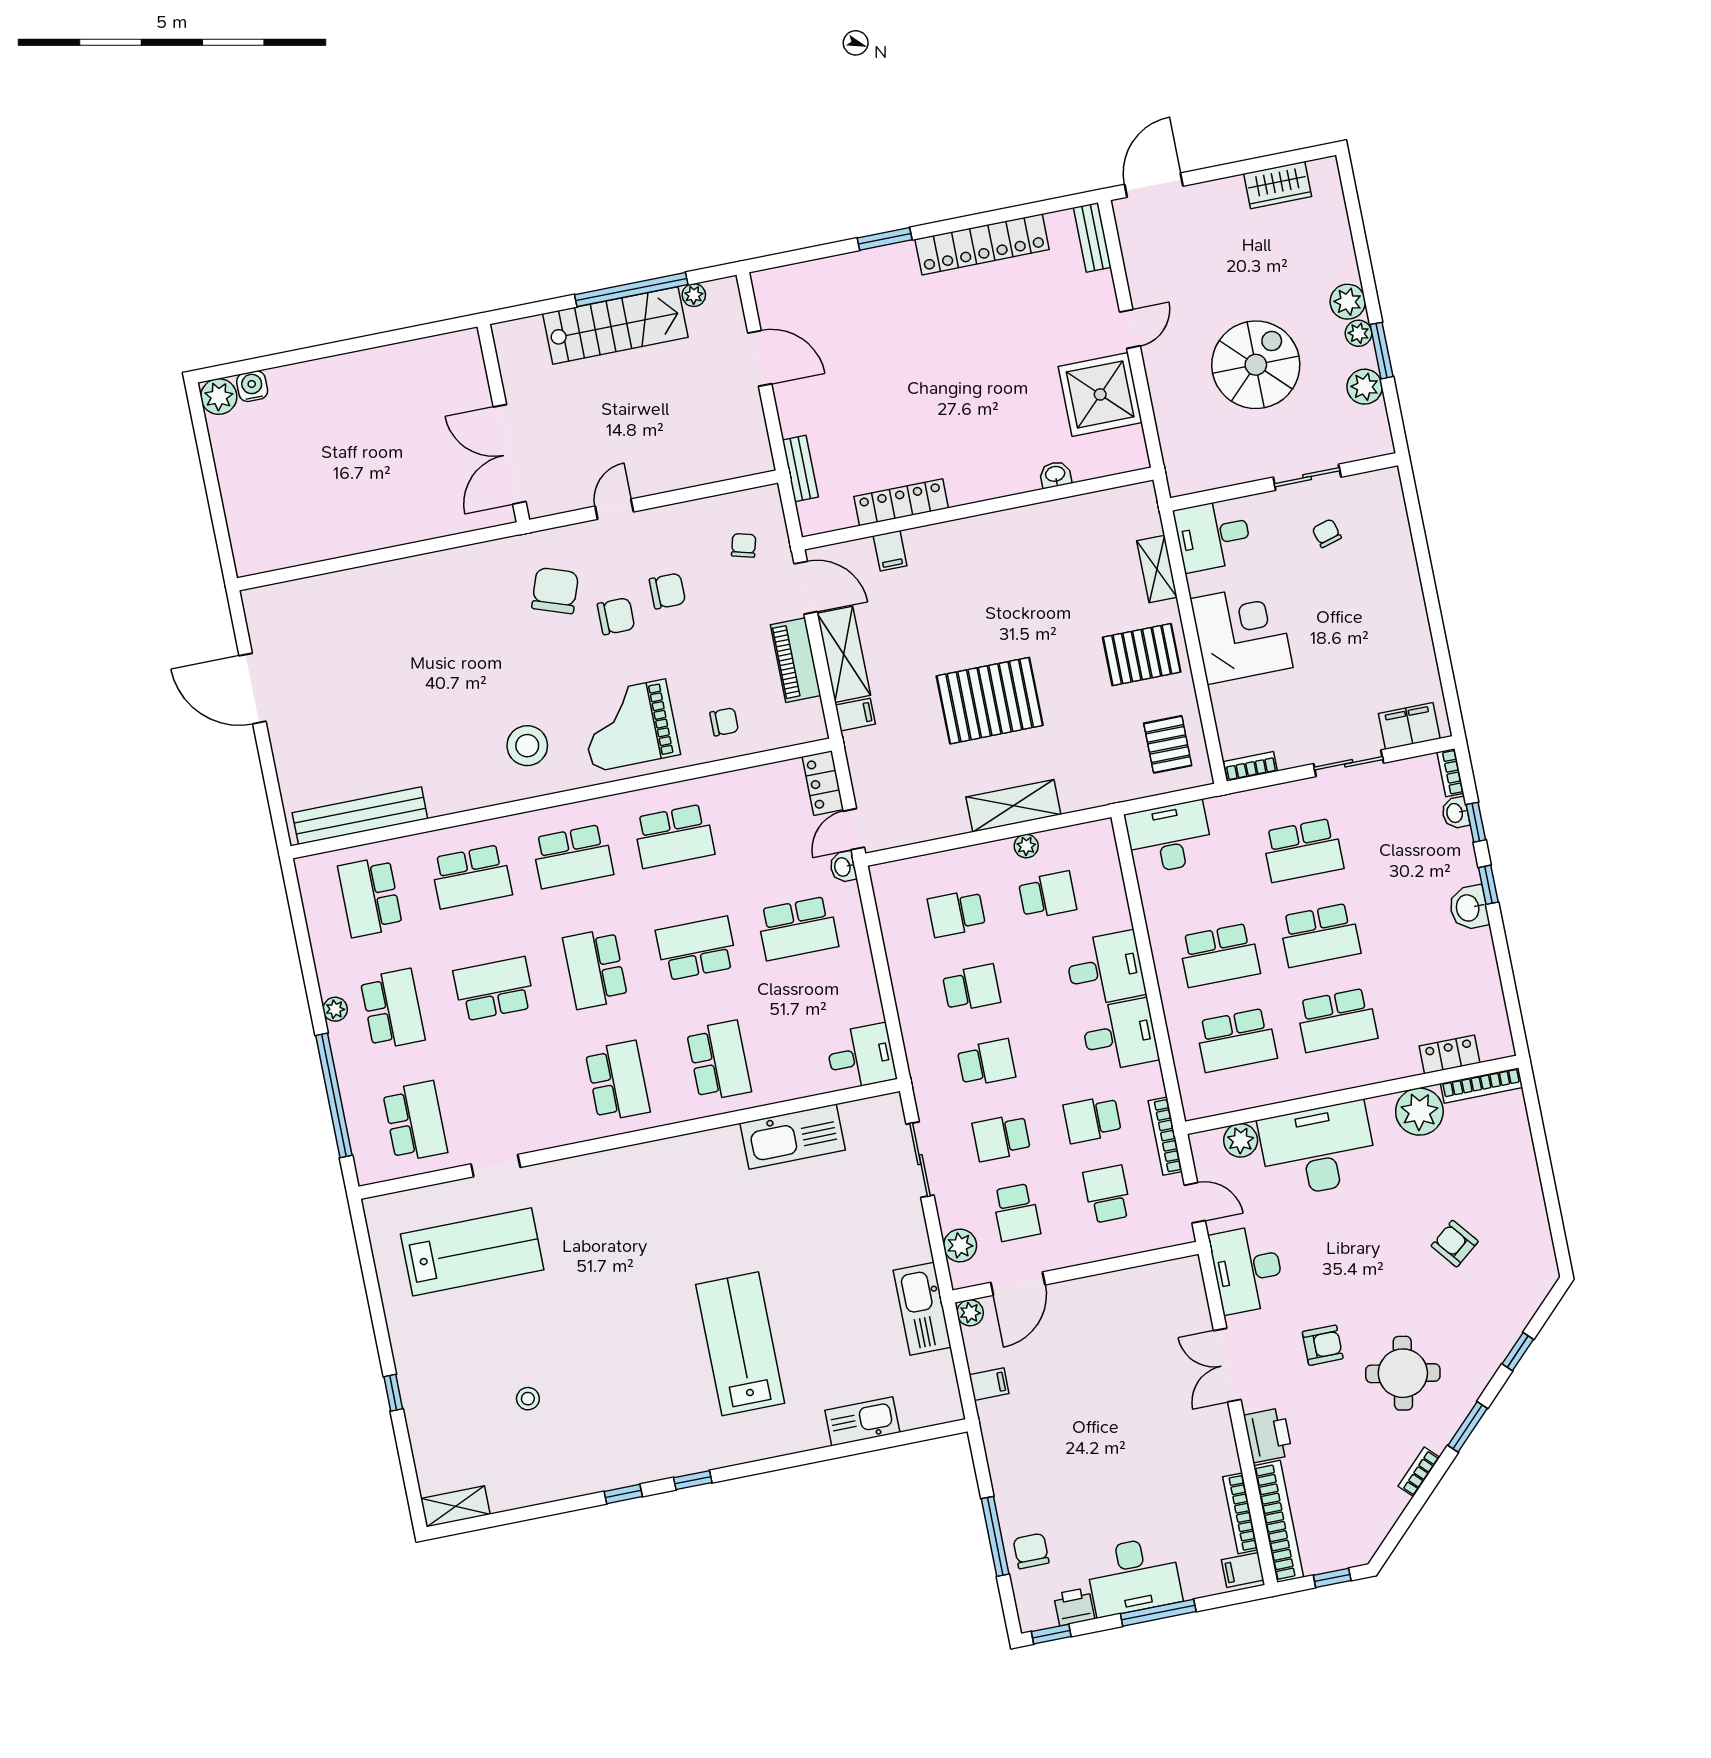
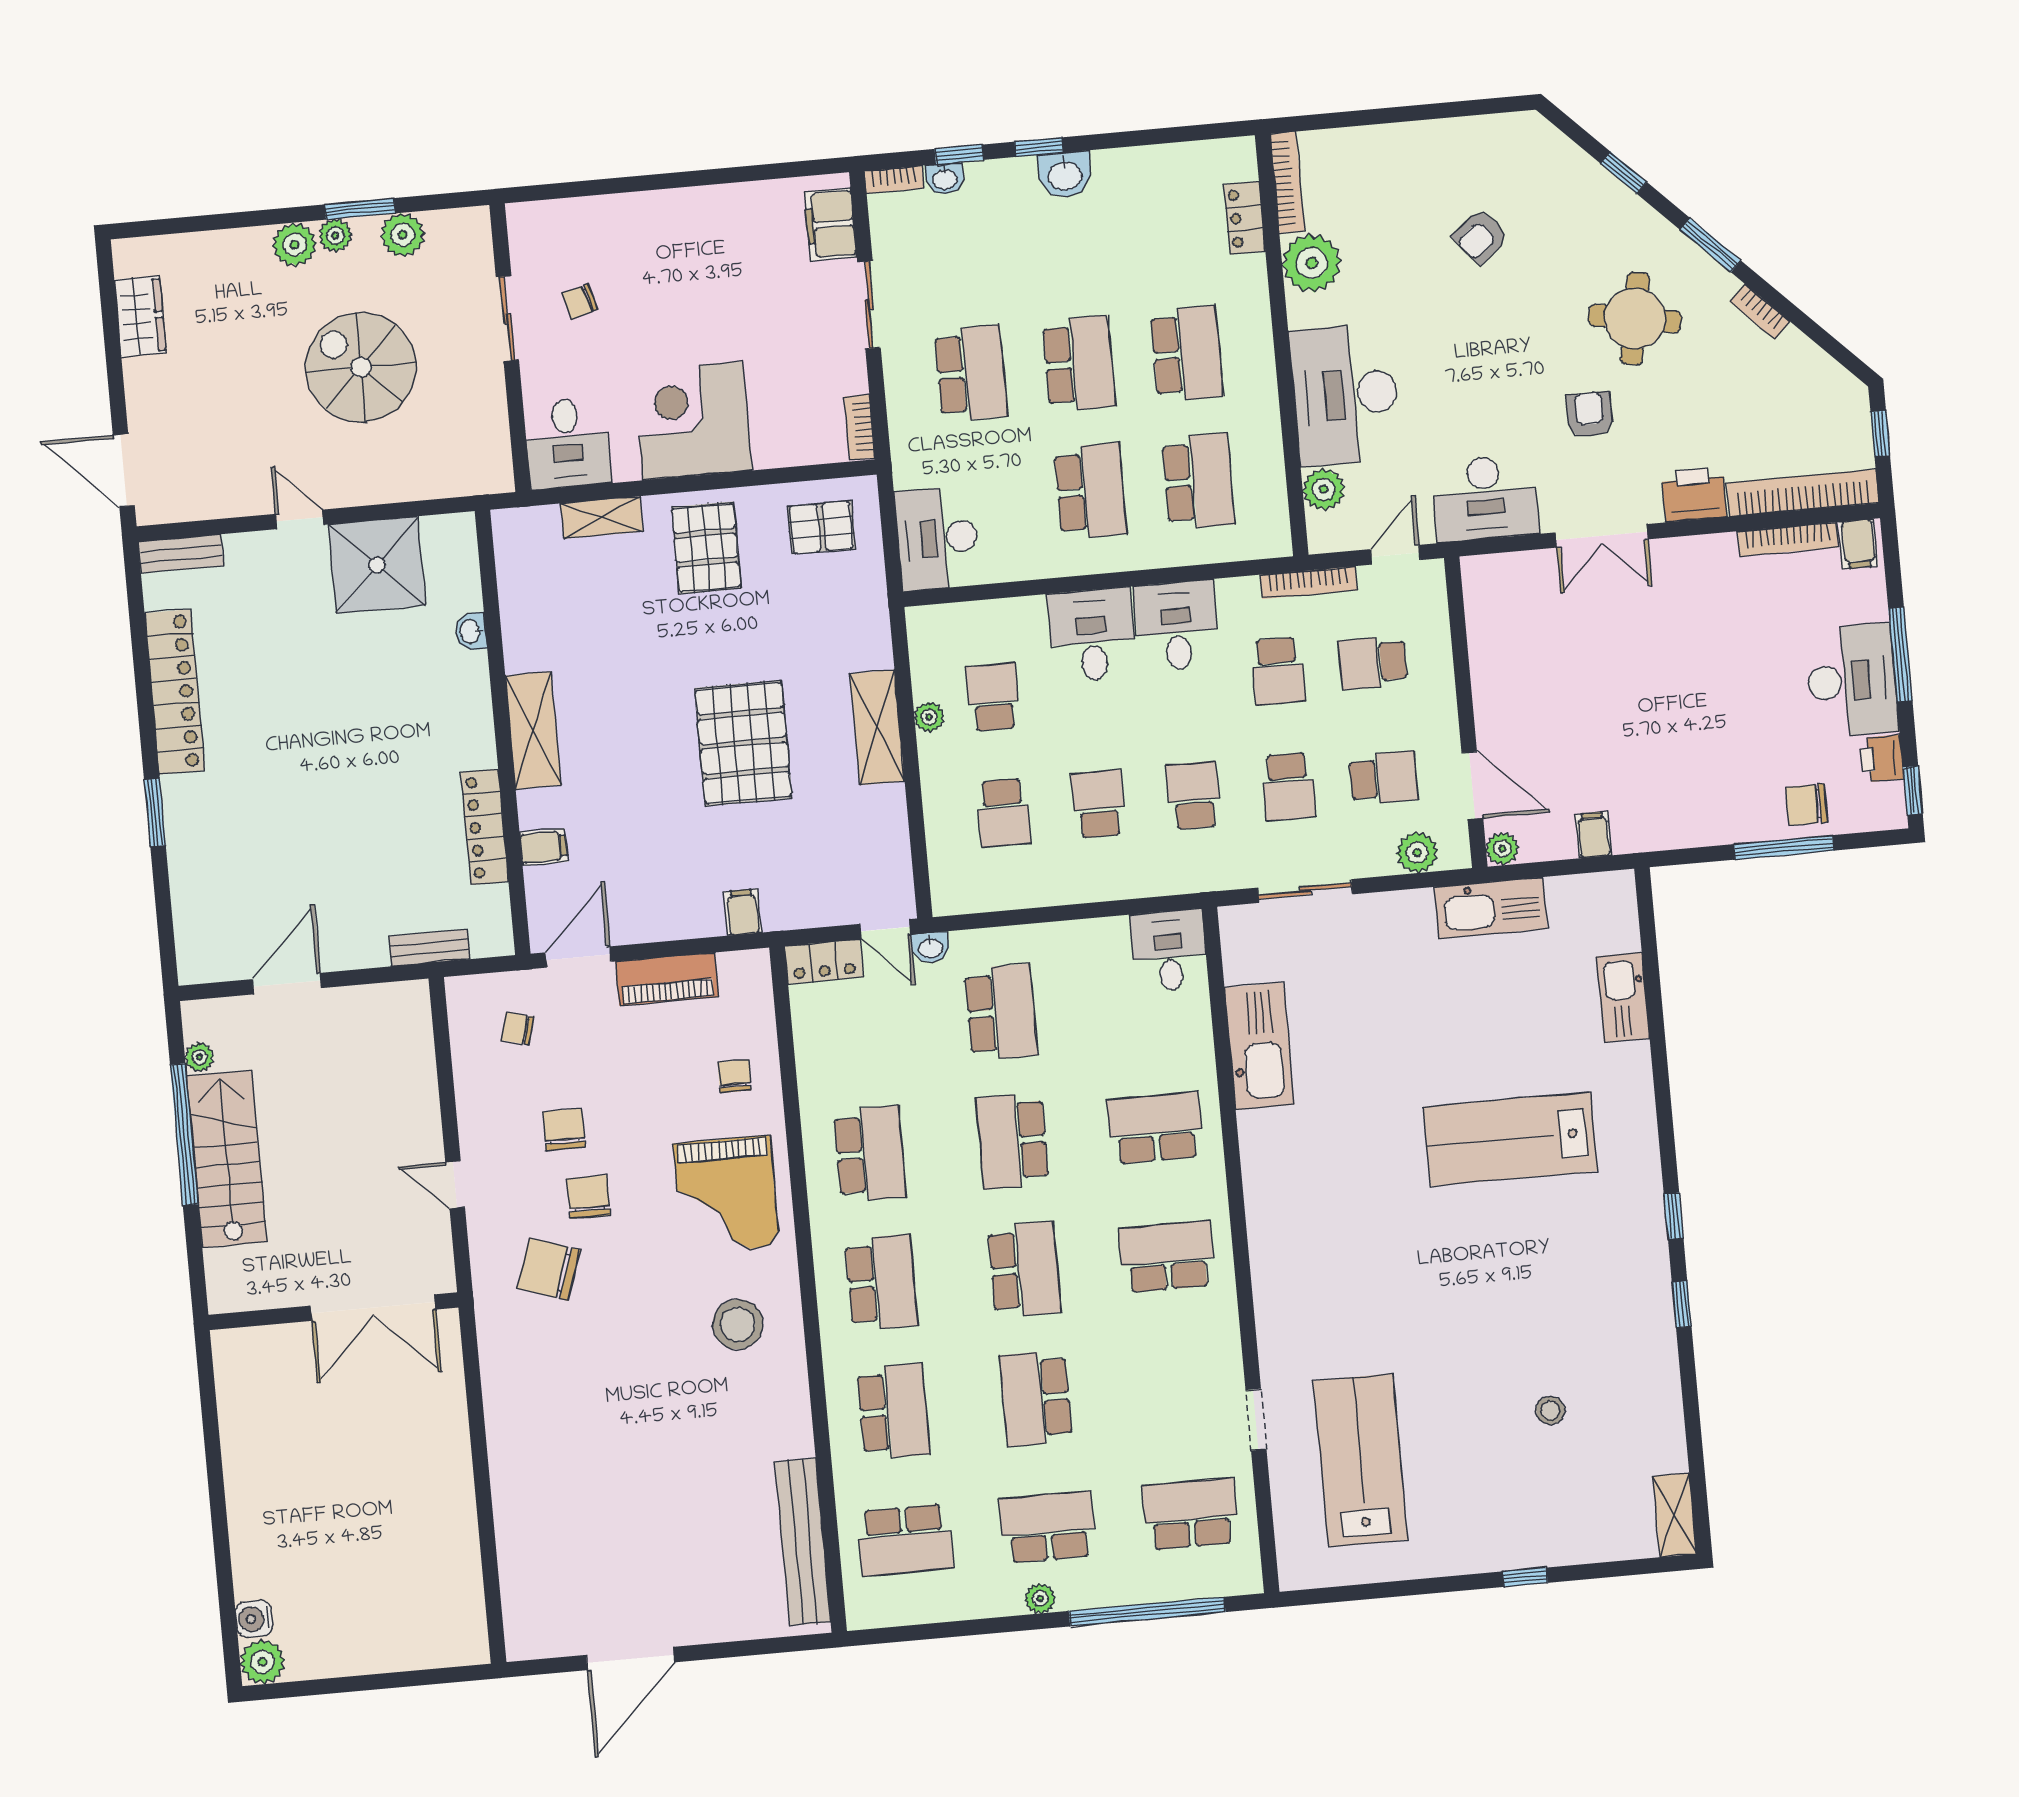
shelving: (844, 654) -> (533, 730), moved, turned 90
school desk: (595, 969) -> (1024, 1270), turned -90

